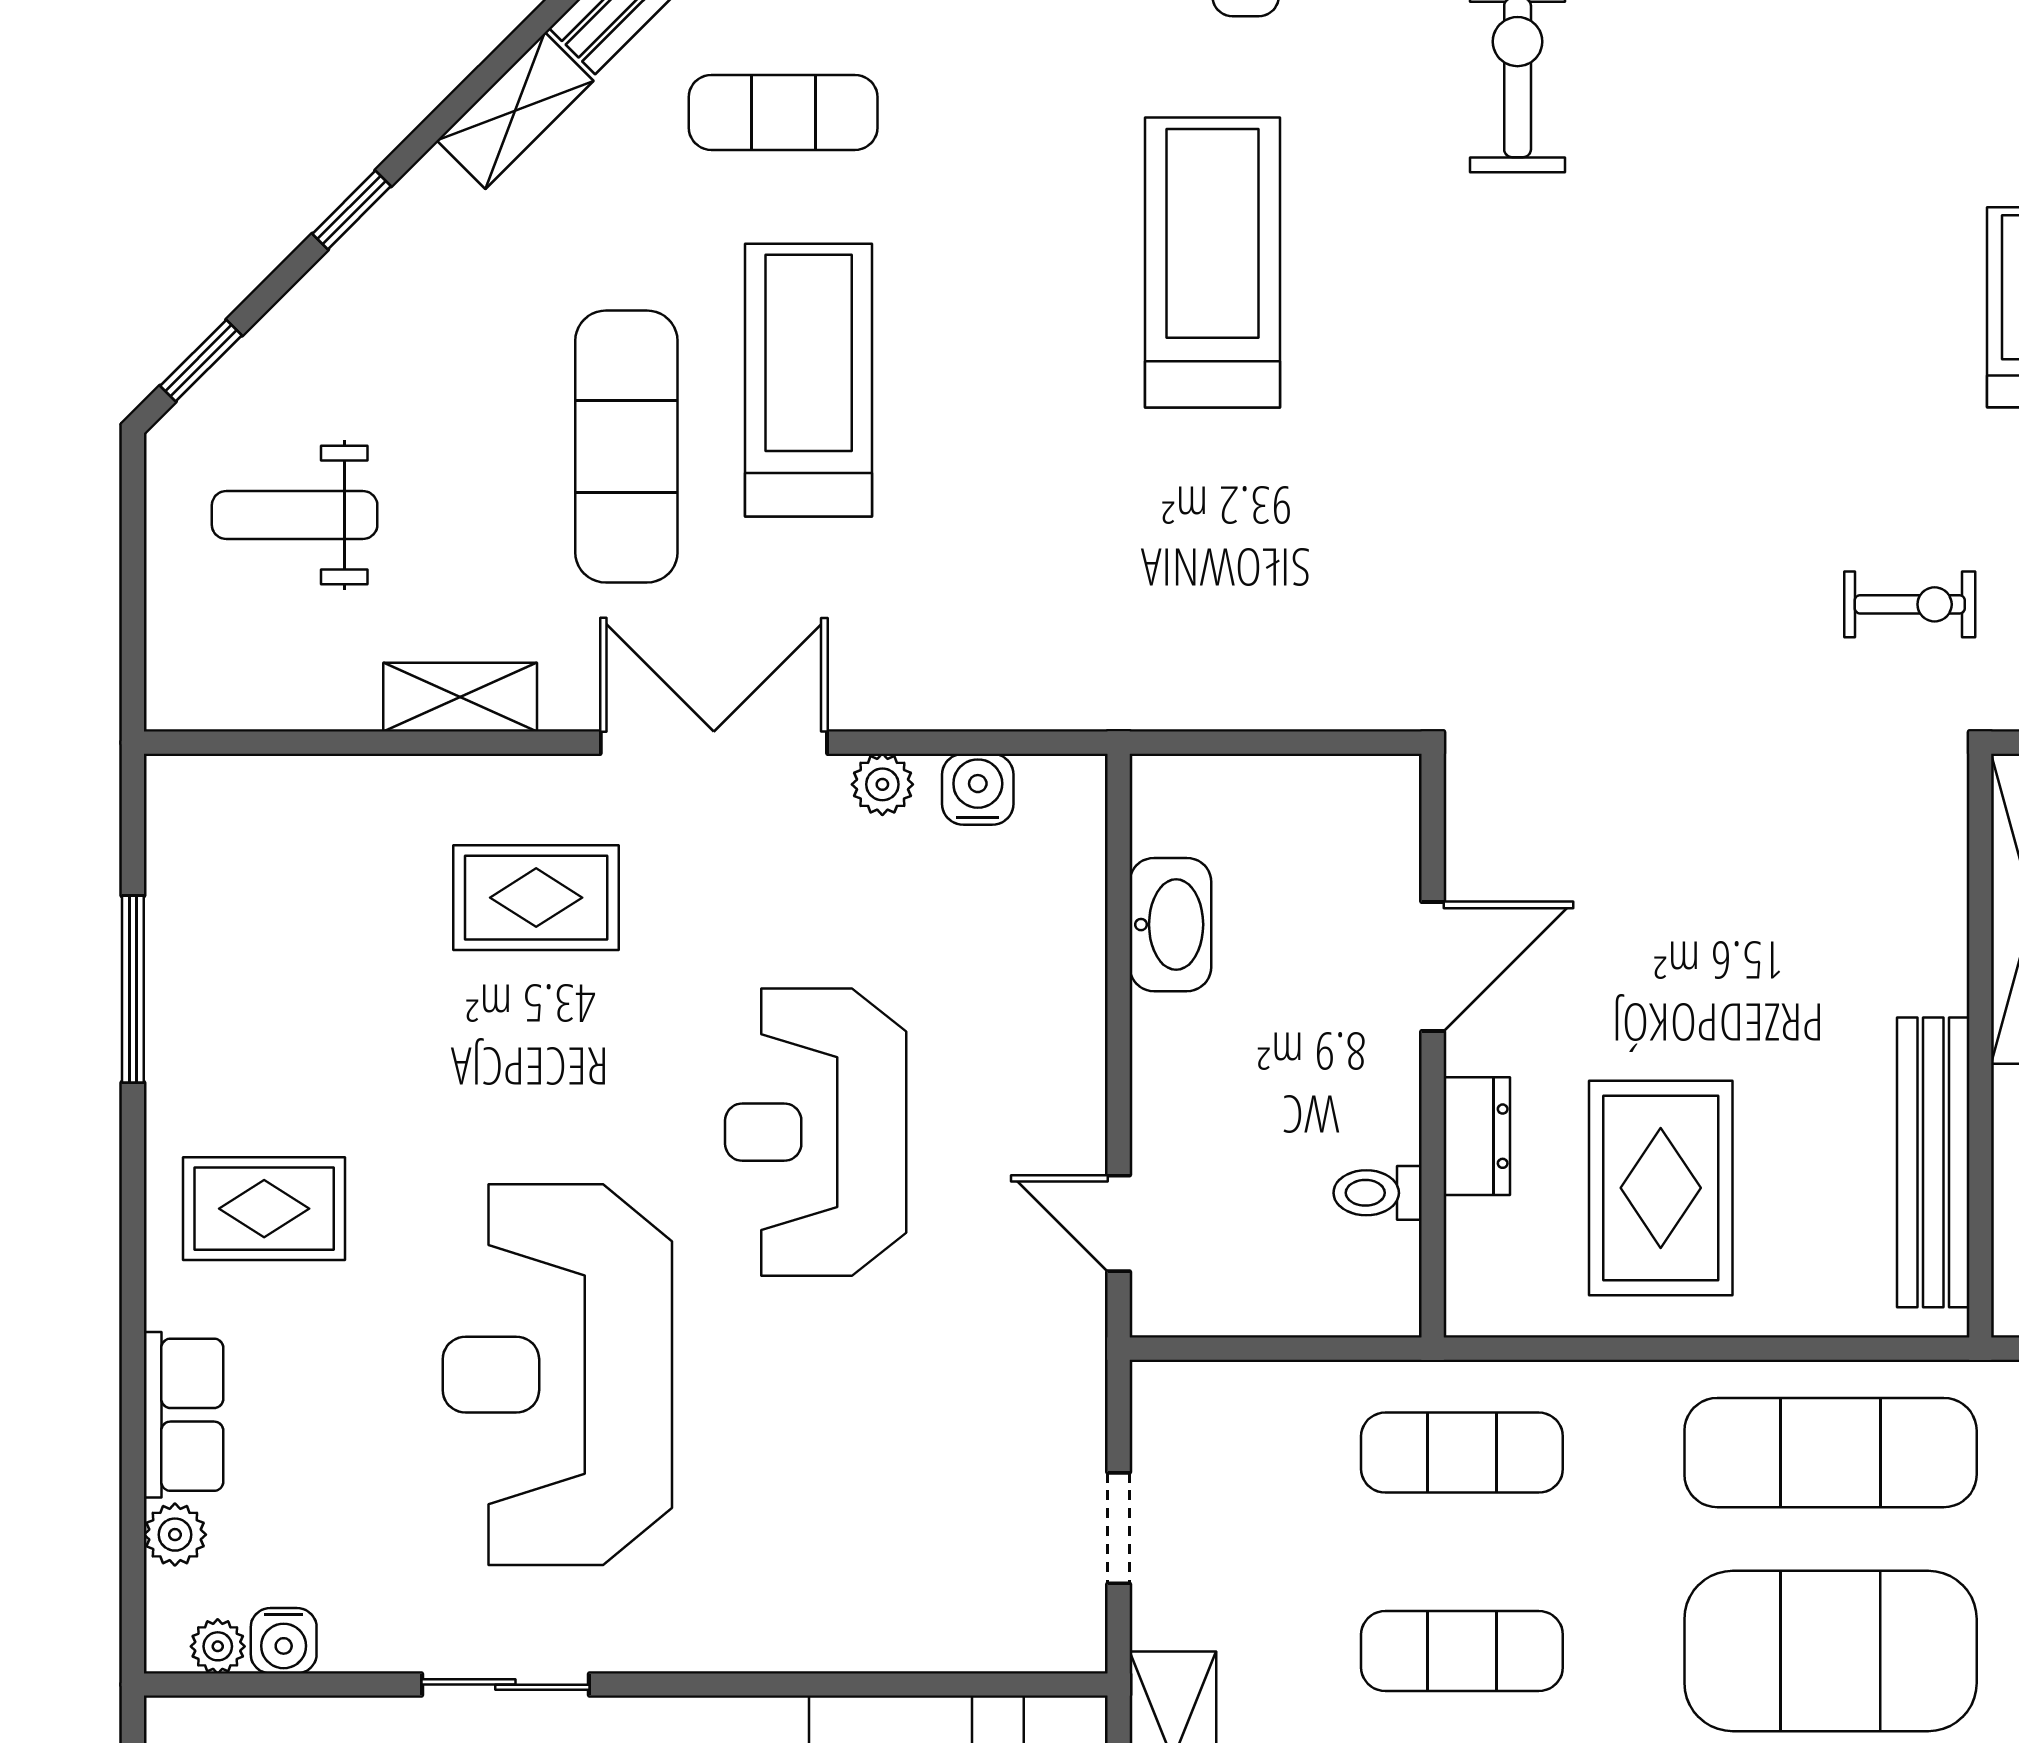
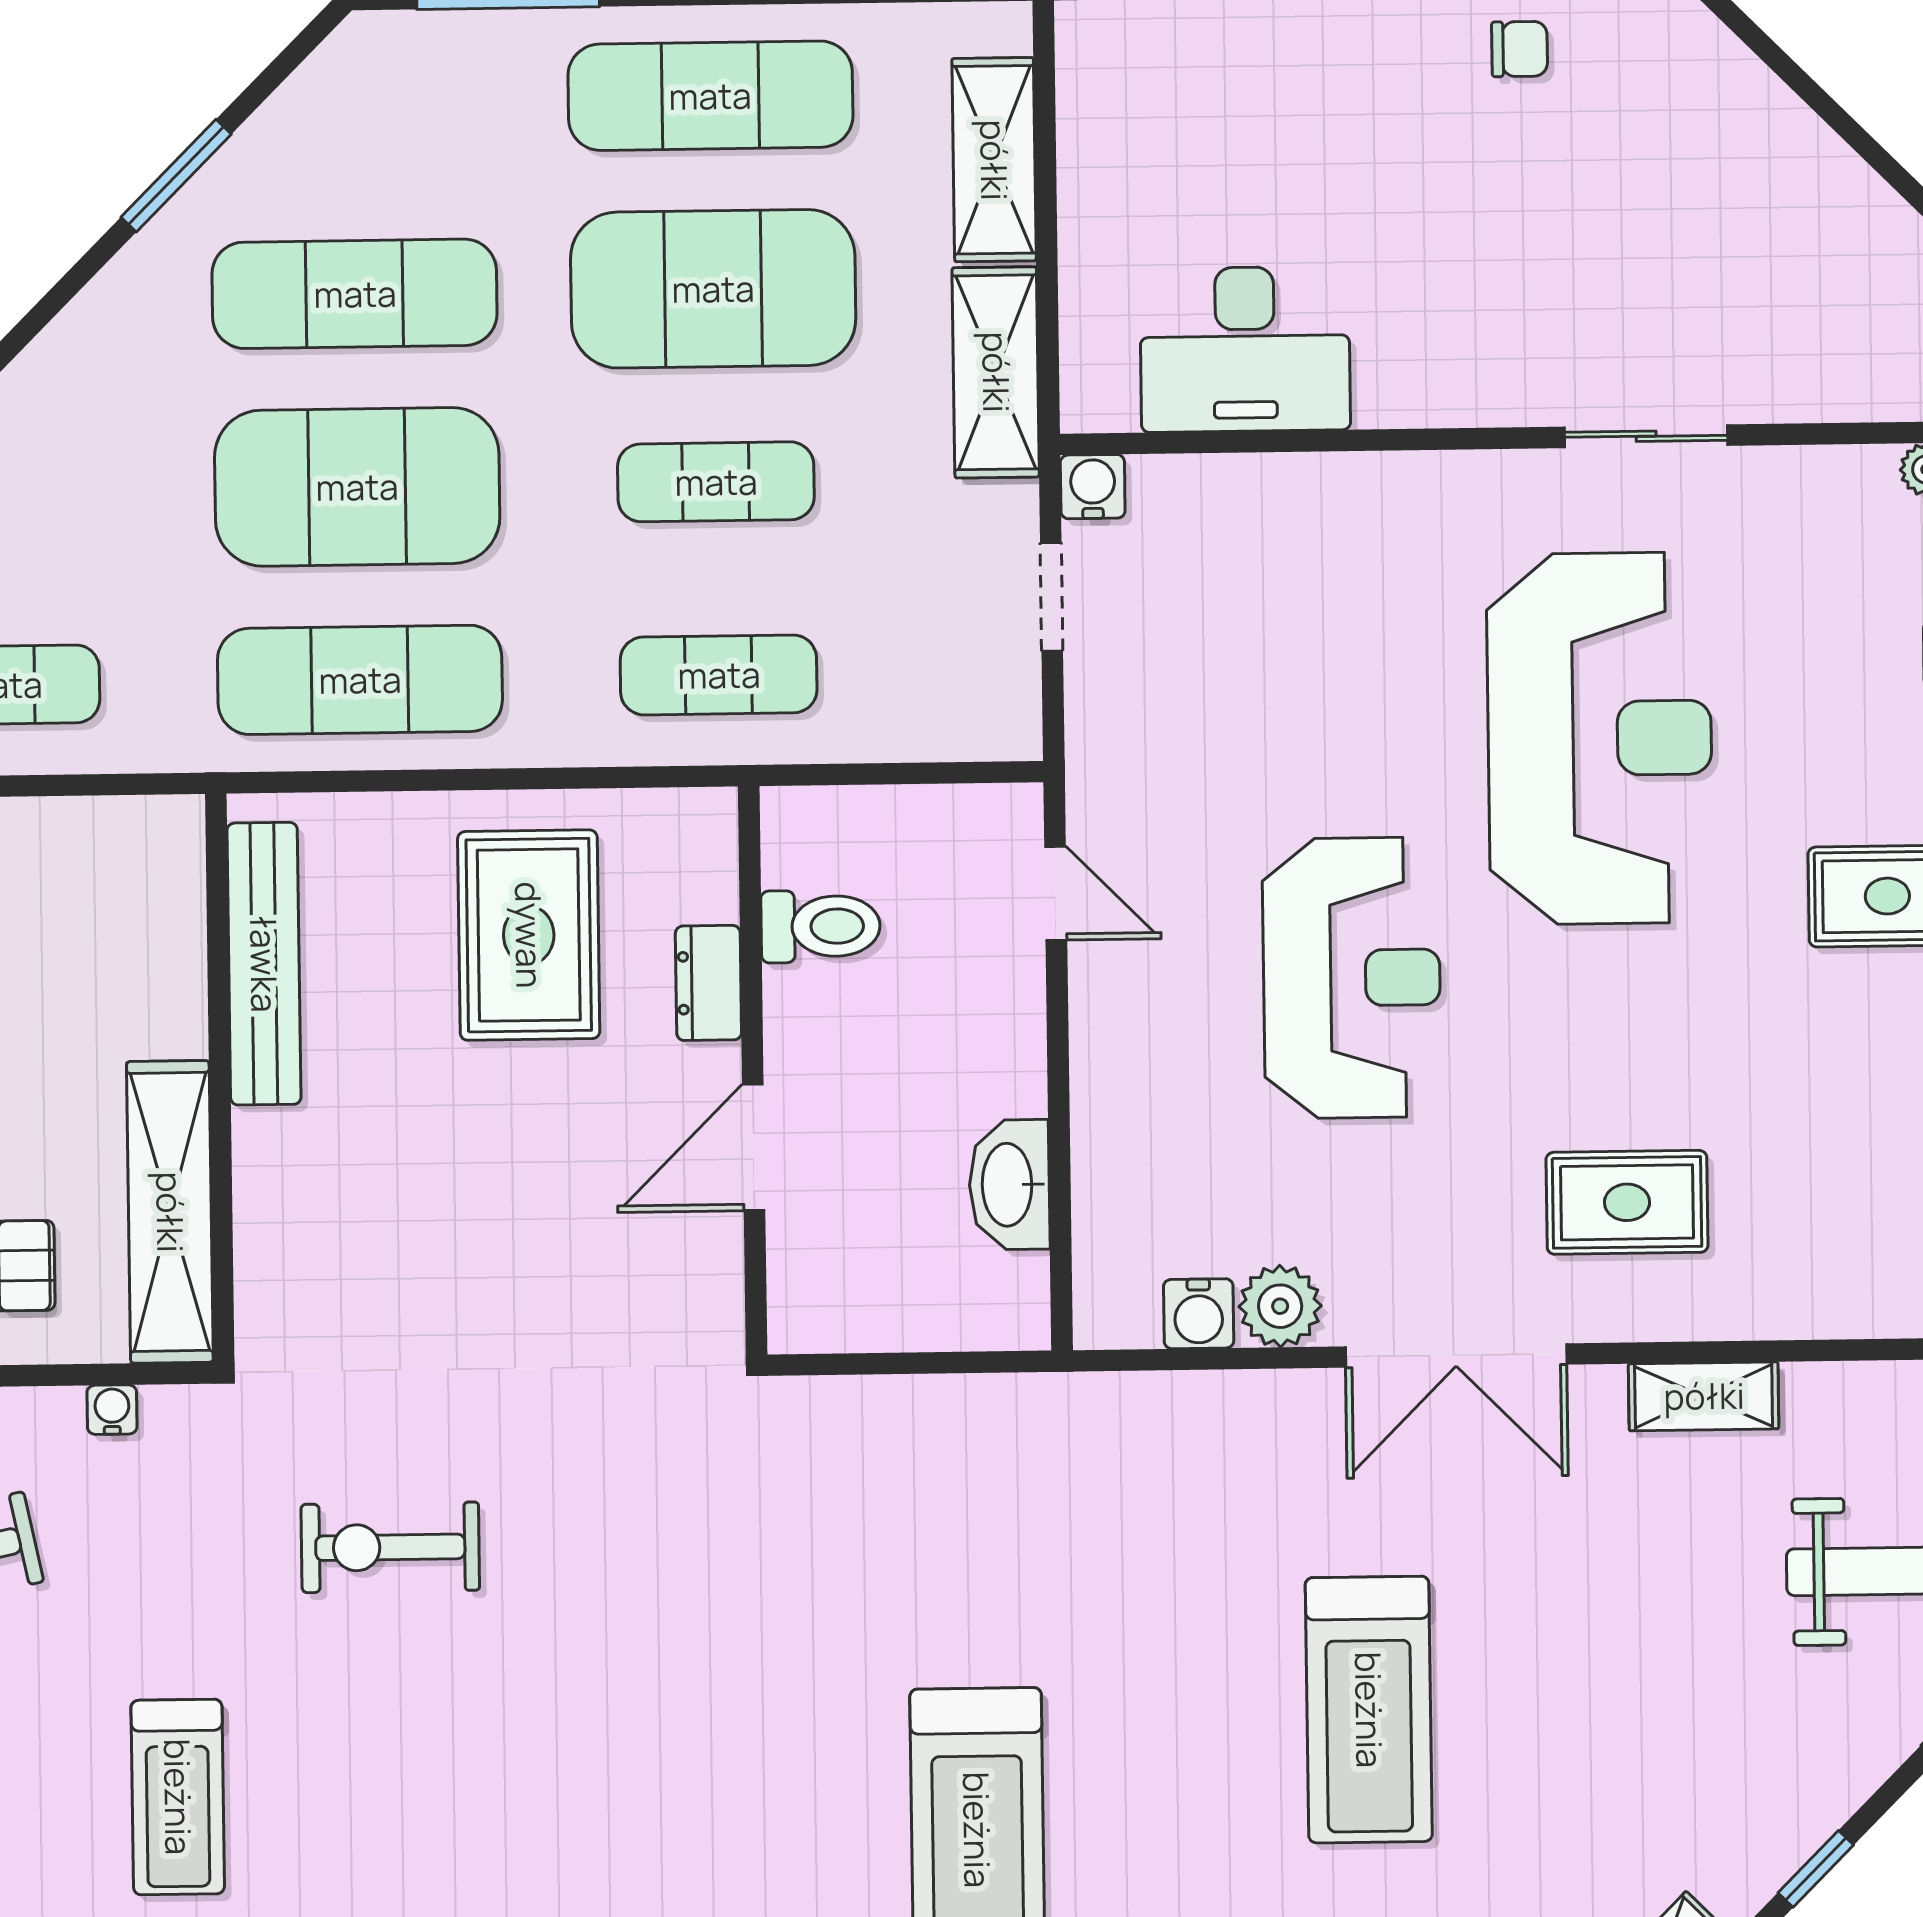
exercise mat: (626, 447) -> (1545, 1642), removed
exercise bike: (1910, 604) -> (390, 1547), moved, width x1.38, depth x1.39
plant: (882, 784) -> (1280, 1306), width x1.38, depth x1.38
toilet: (1378, 1193) -> (821, 926), width x1.37, depth x1.39
water cooler: (284, 1641) -> (1093, 487), moved

